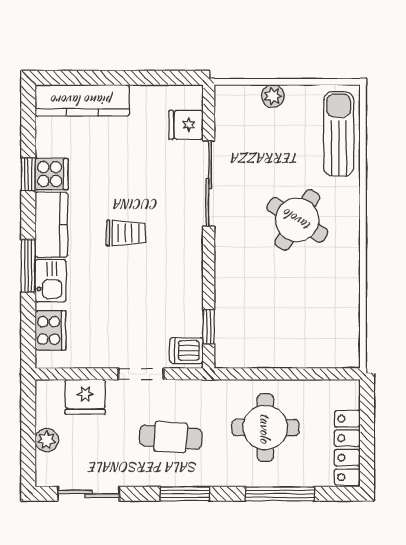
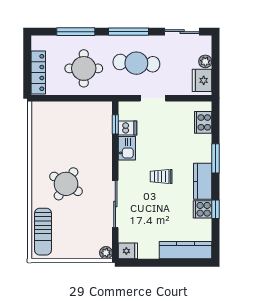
plant: (273, 96) -> (106, 253), moved
fridge: (186, 125) -> (128, 251), moved
kitchen sink: (50, 281) -> (127, 148), moved, turned 180
dishwasher: (187, 351) -> (128, 128), moved
fridge: (85, 397) -> (202, 80), moved, turned -90
cafe table: (171, 437) -> (136, 63), width x1.37, depth x1.35
locker: (347, 448) -> (38, 73), moved
window: (185, 494) -> (129, 32), width x1.44

